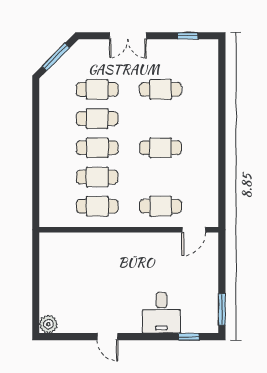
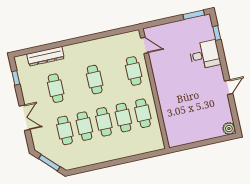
dresser: (209, 85) -> (46, 56), added

